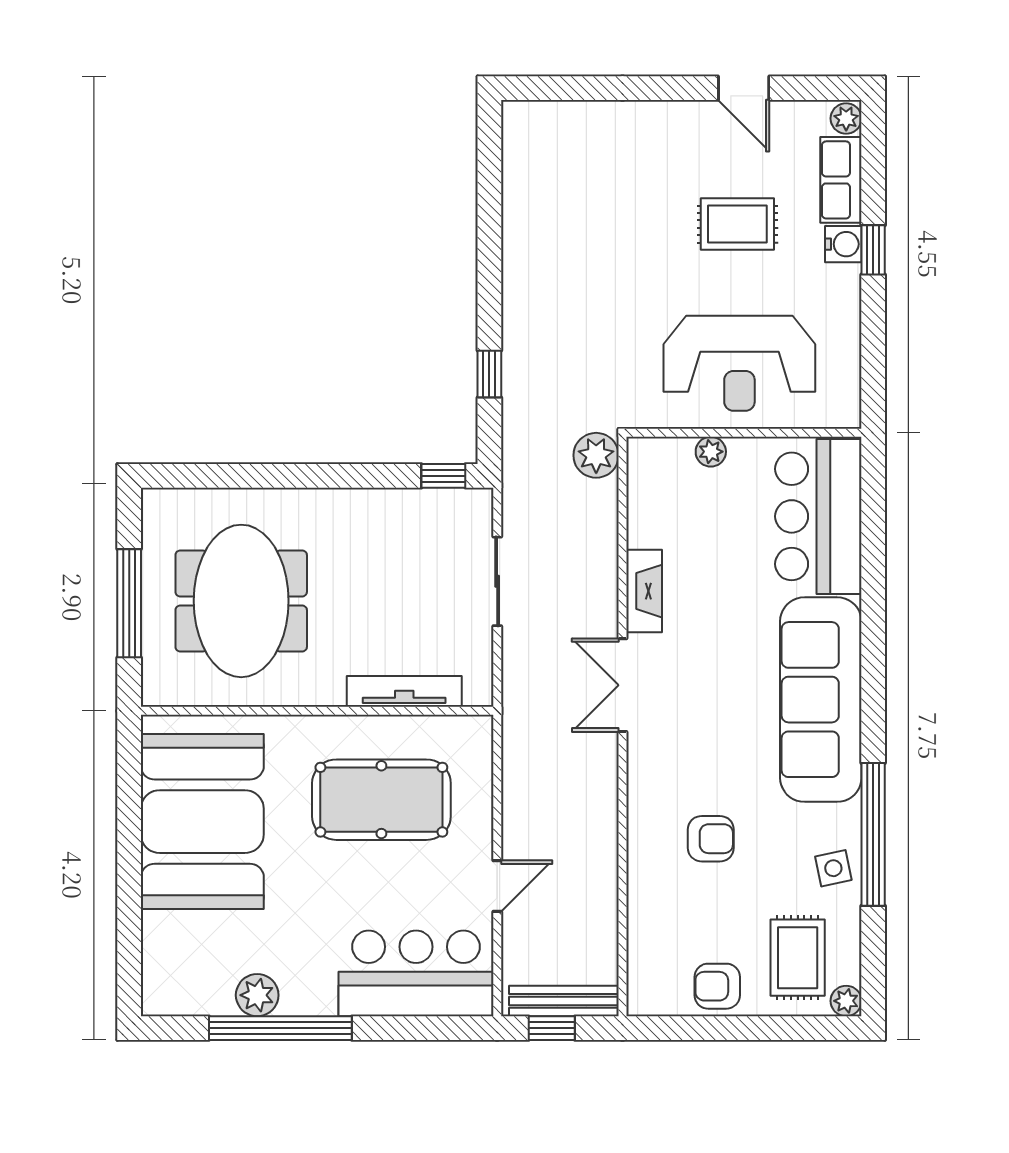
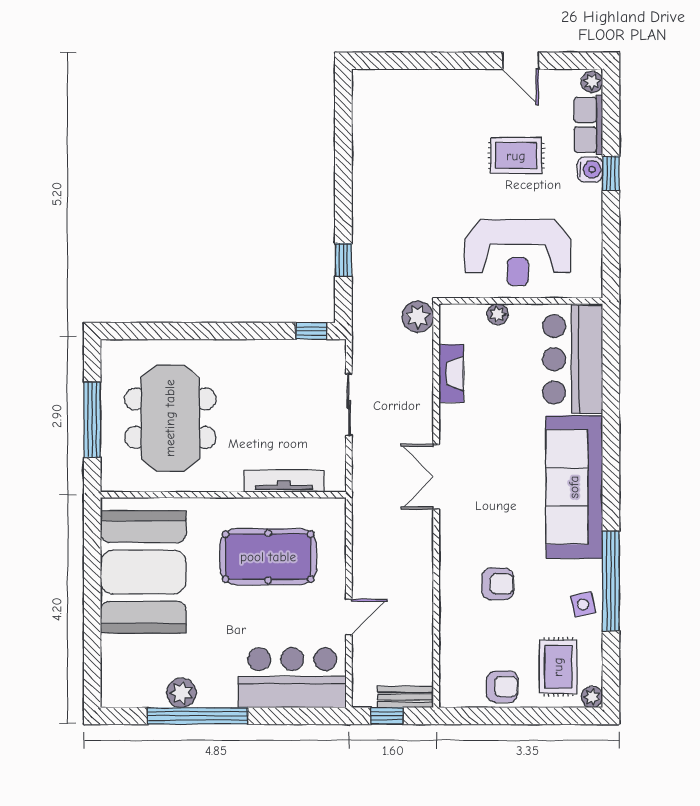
fireplace: (644, 591) -> (451, 374), moved
armchair: (717, 986) -> (502, 687), turned 180
bench: (564, 1001) -> (406, 697), width x0.73

